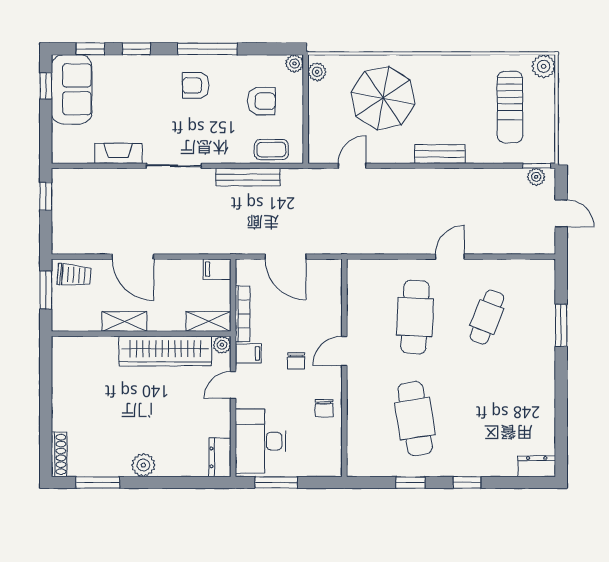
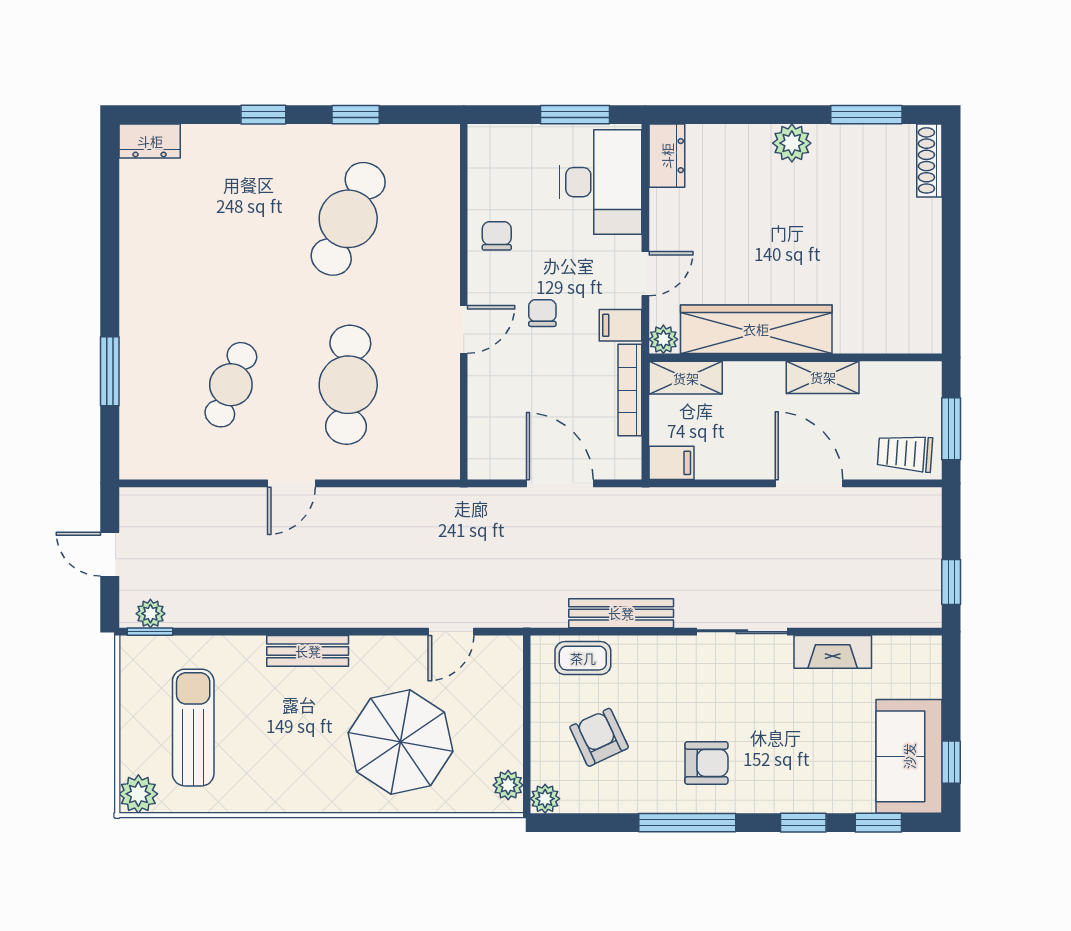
armchair: (261, 101) -> (599, 737), turned 65
cafe table: (415, 419) -> (348, 219), turned 33

